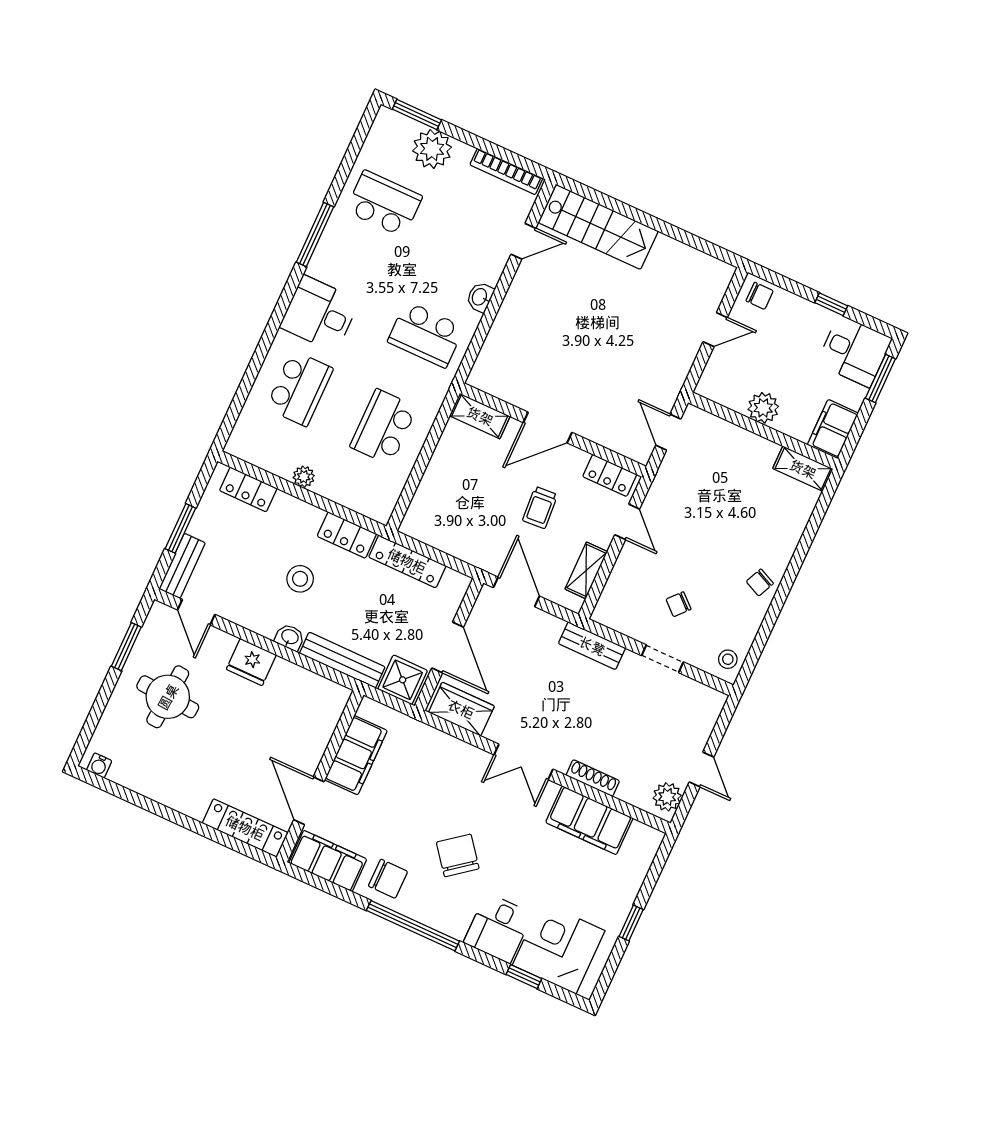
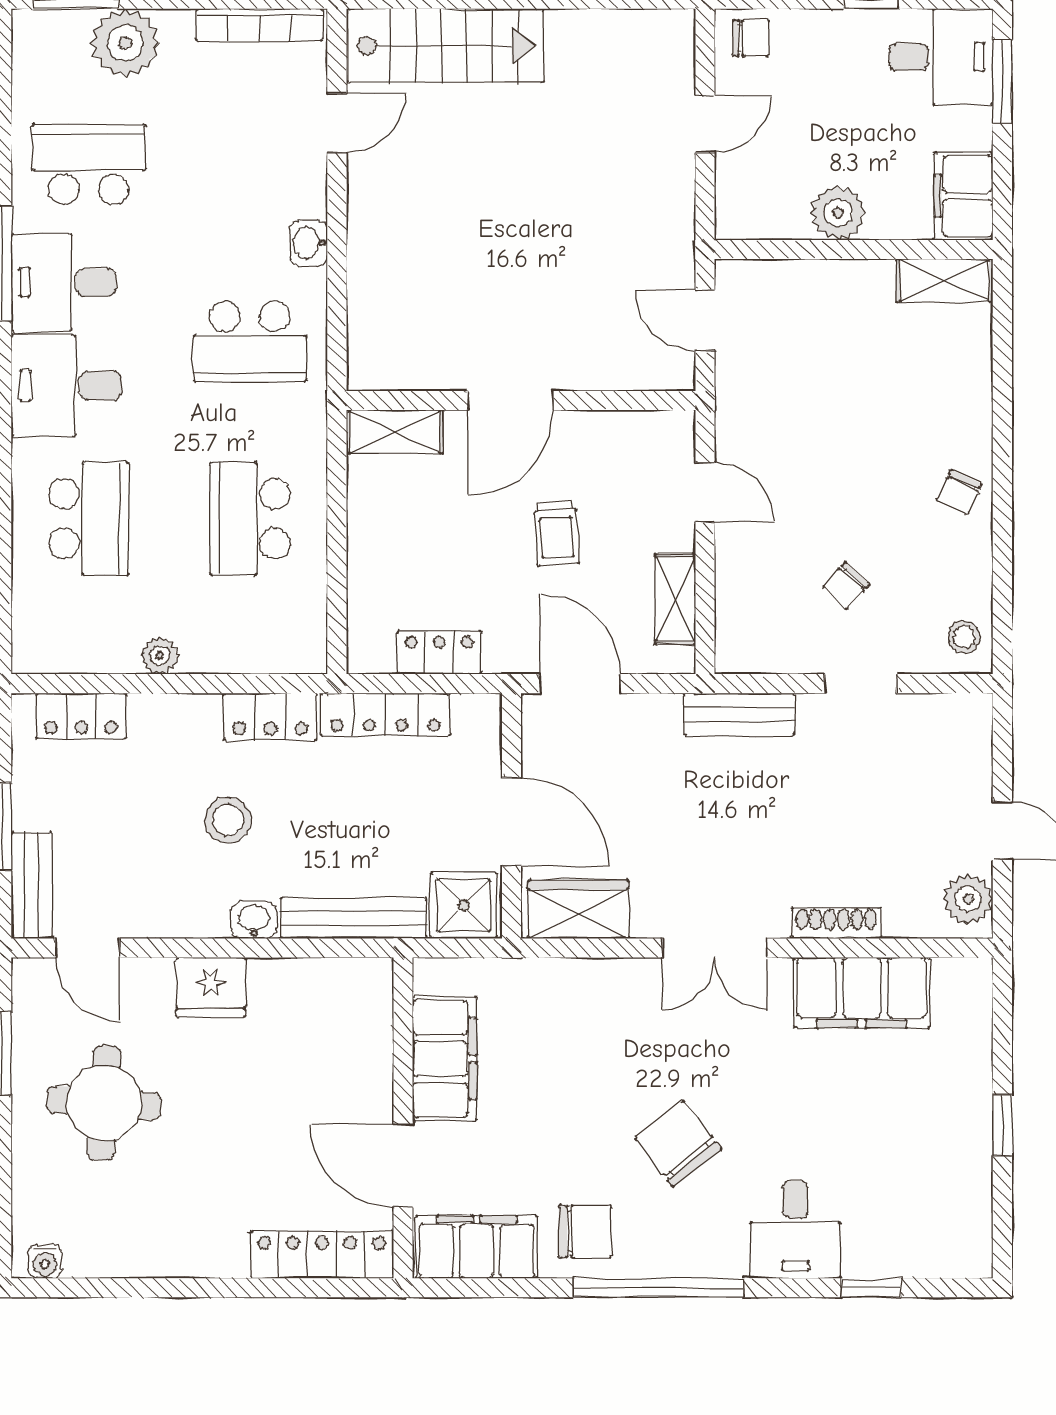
desk: (343, 259) -> (64, 282), added
locker: (610, 475) -> (439, 653), moved, turned 180
corner desk: (559, 948) -> (905, 1217), removed

